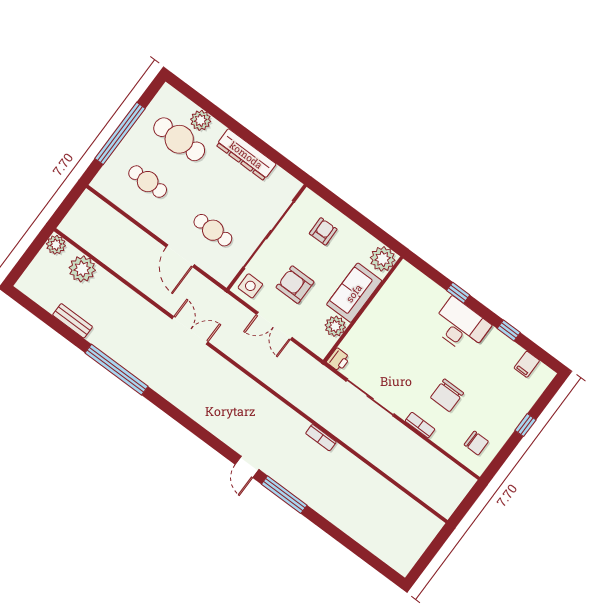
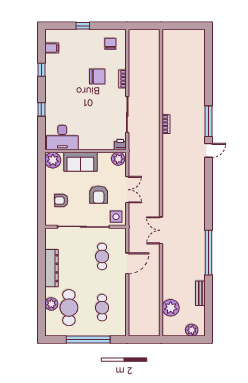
plant: (56, 245) -> (192, 330), moved
plant: (335, 326) -> (118, 159), moved
desk: (461, 326) -> (62, 138), moved, turned -90

